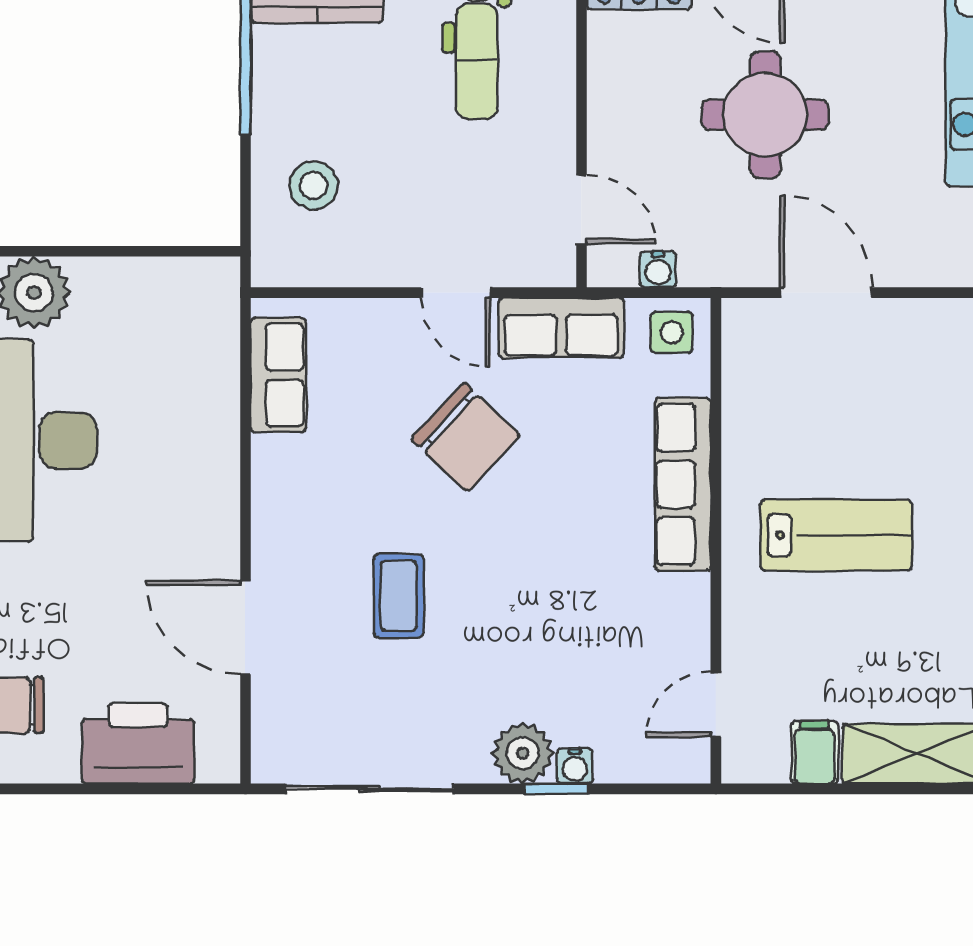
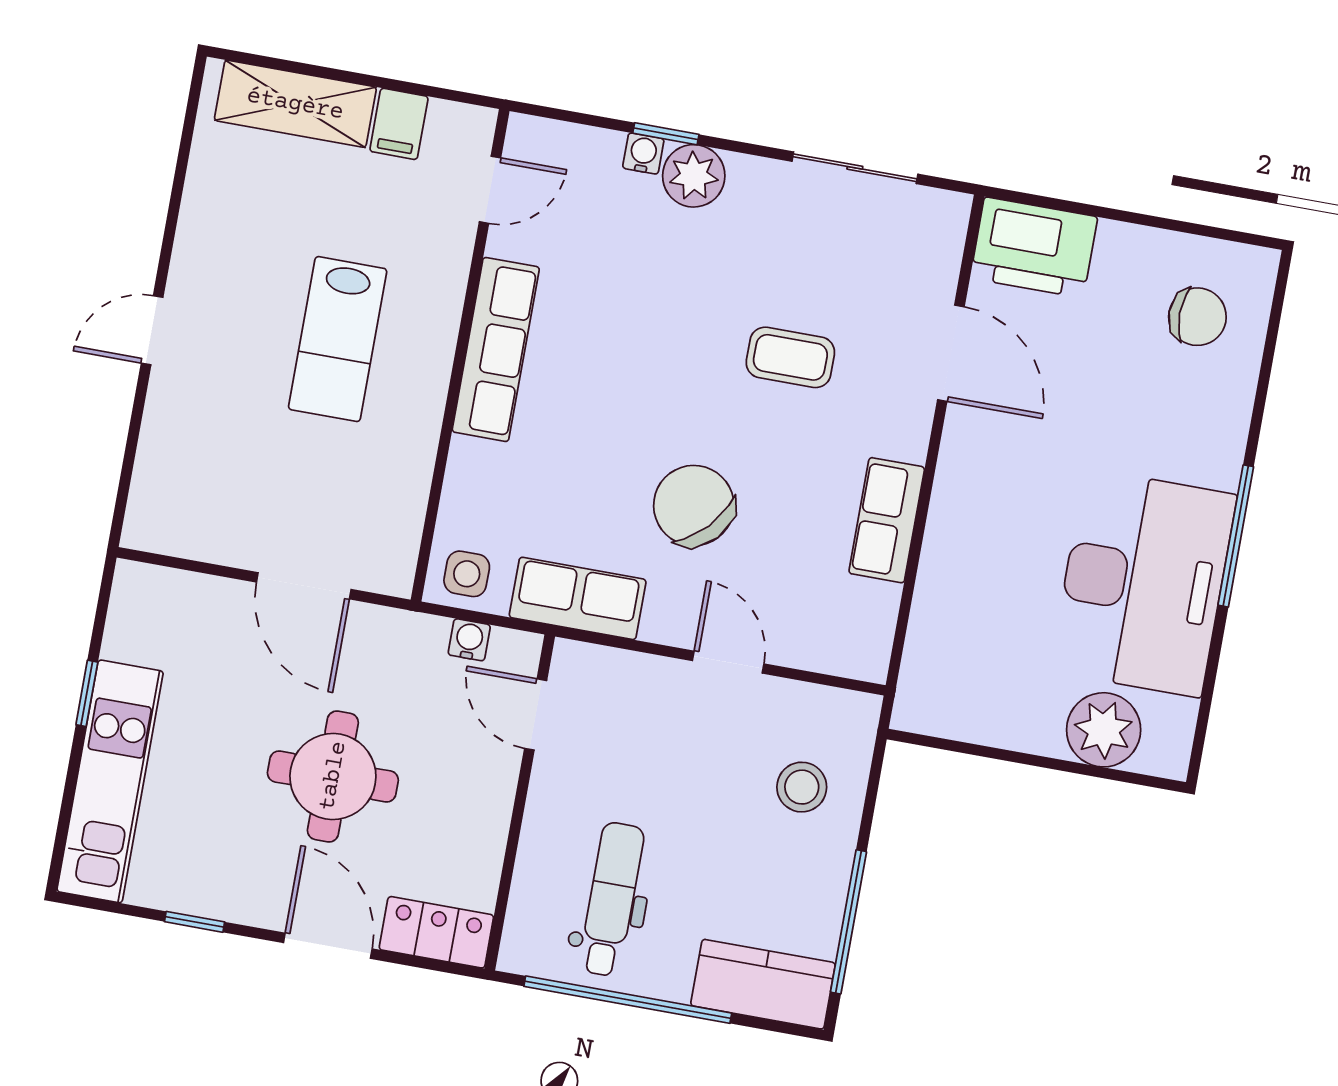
door: (456, 293) -> (728, 662), moved
row of seats: (278, 375) -> (887, 520), moved
row of seats: (683, 484) -> (496, 349), moved
lab bench: (836, 535) -> (338, 339), turned -90
coffee table: (399, 596) -> (790, 357), turned 90
printer: (138, 743) -> (1034, 247), moved
sliding door: (369, 789) -> (855, 168), width x0.73

